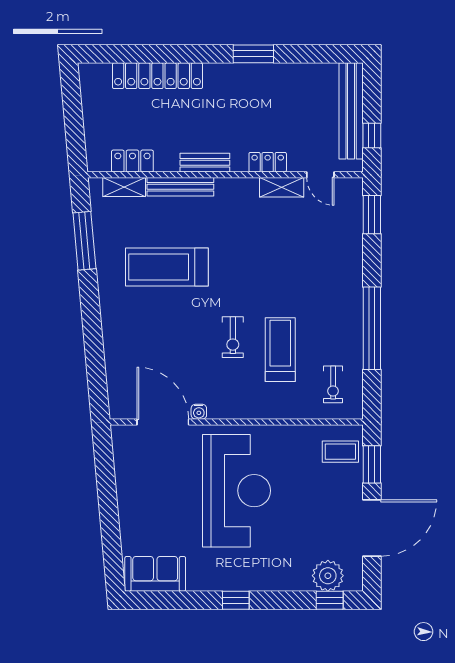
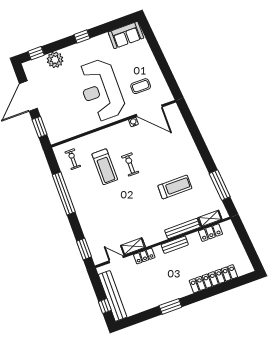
window: (372, 136) -> (105, 306), moved
treadmill: (167, 267) -> (175, 187), width x0.73, depth x0.73
coffee table: (340, 452) -> (141, 86), moved
plant: (328, 576) -> (55, 60), moved

